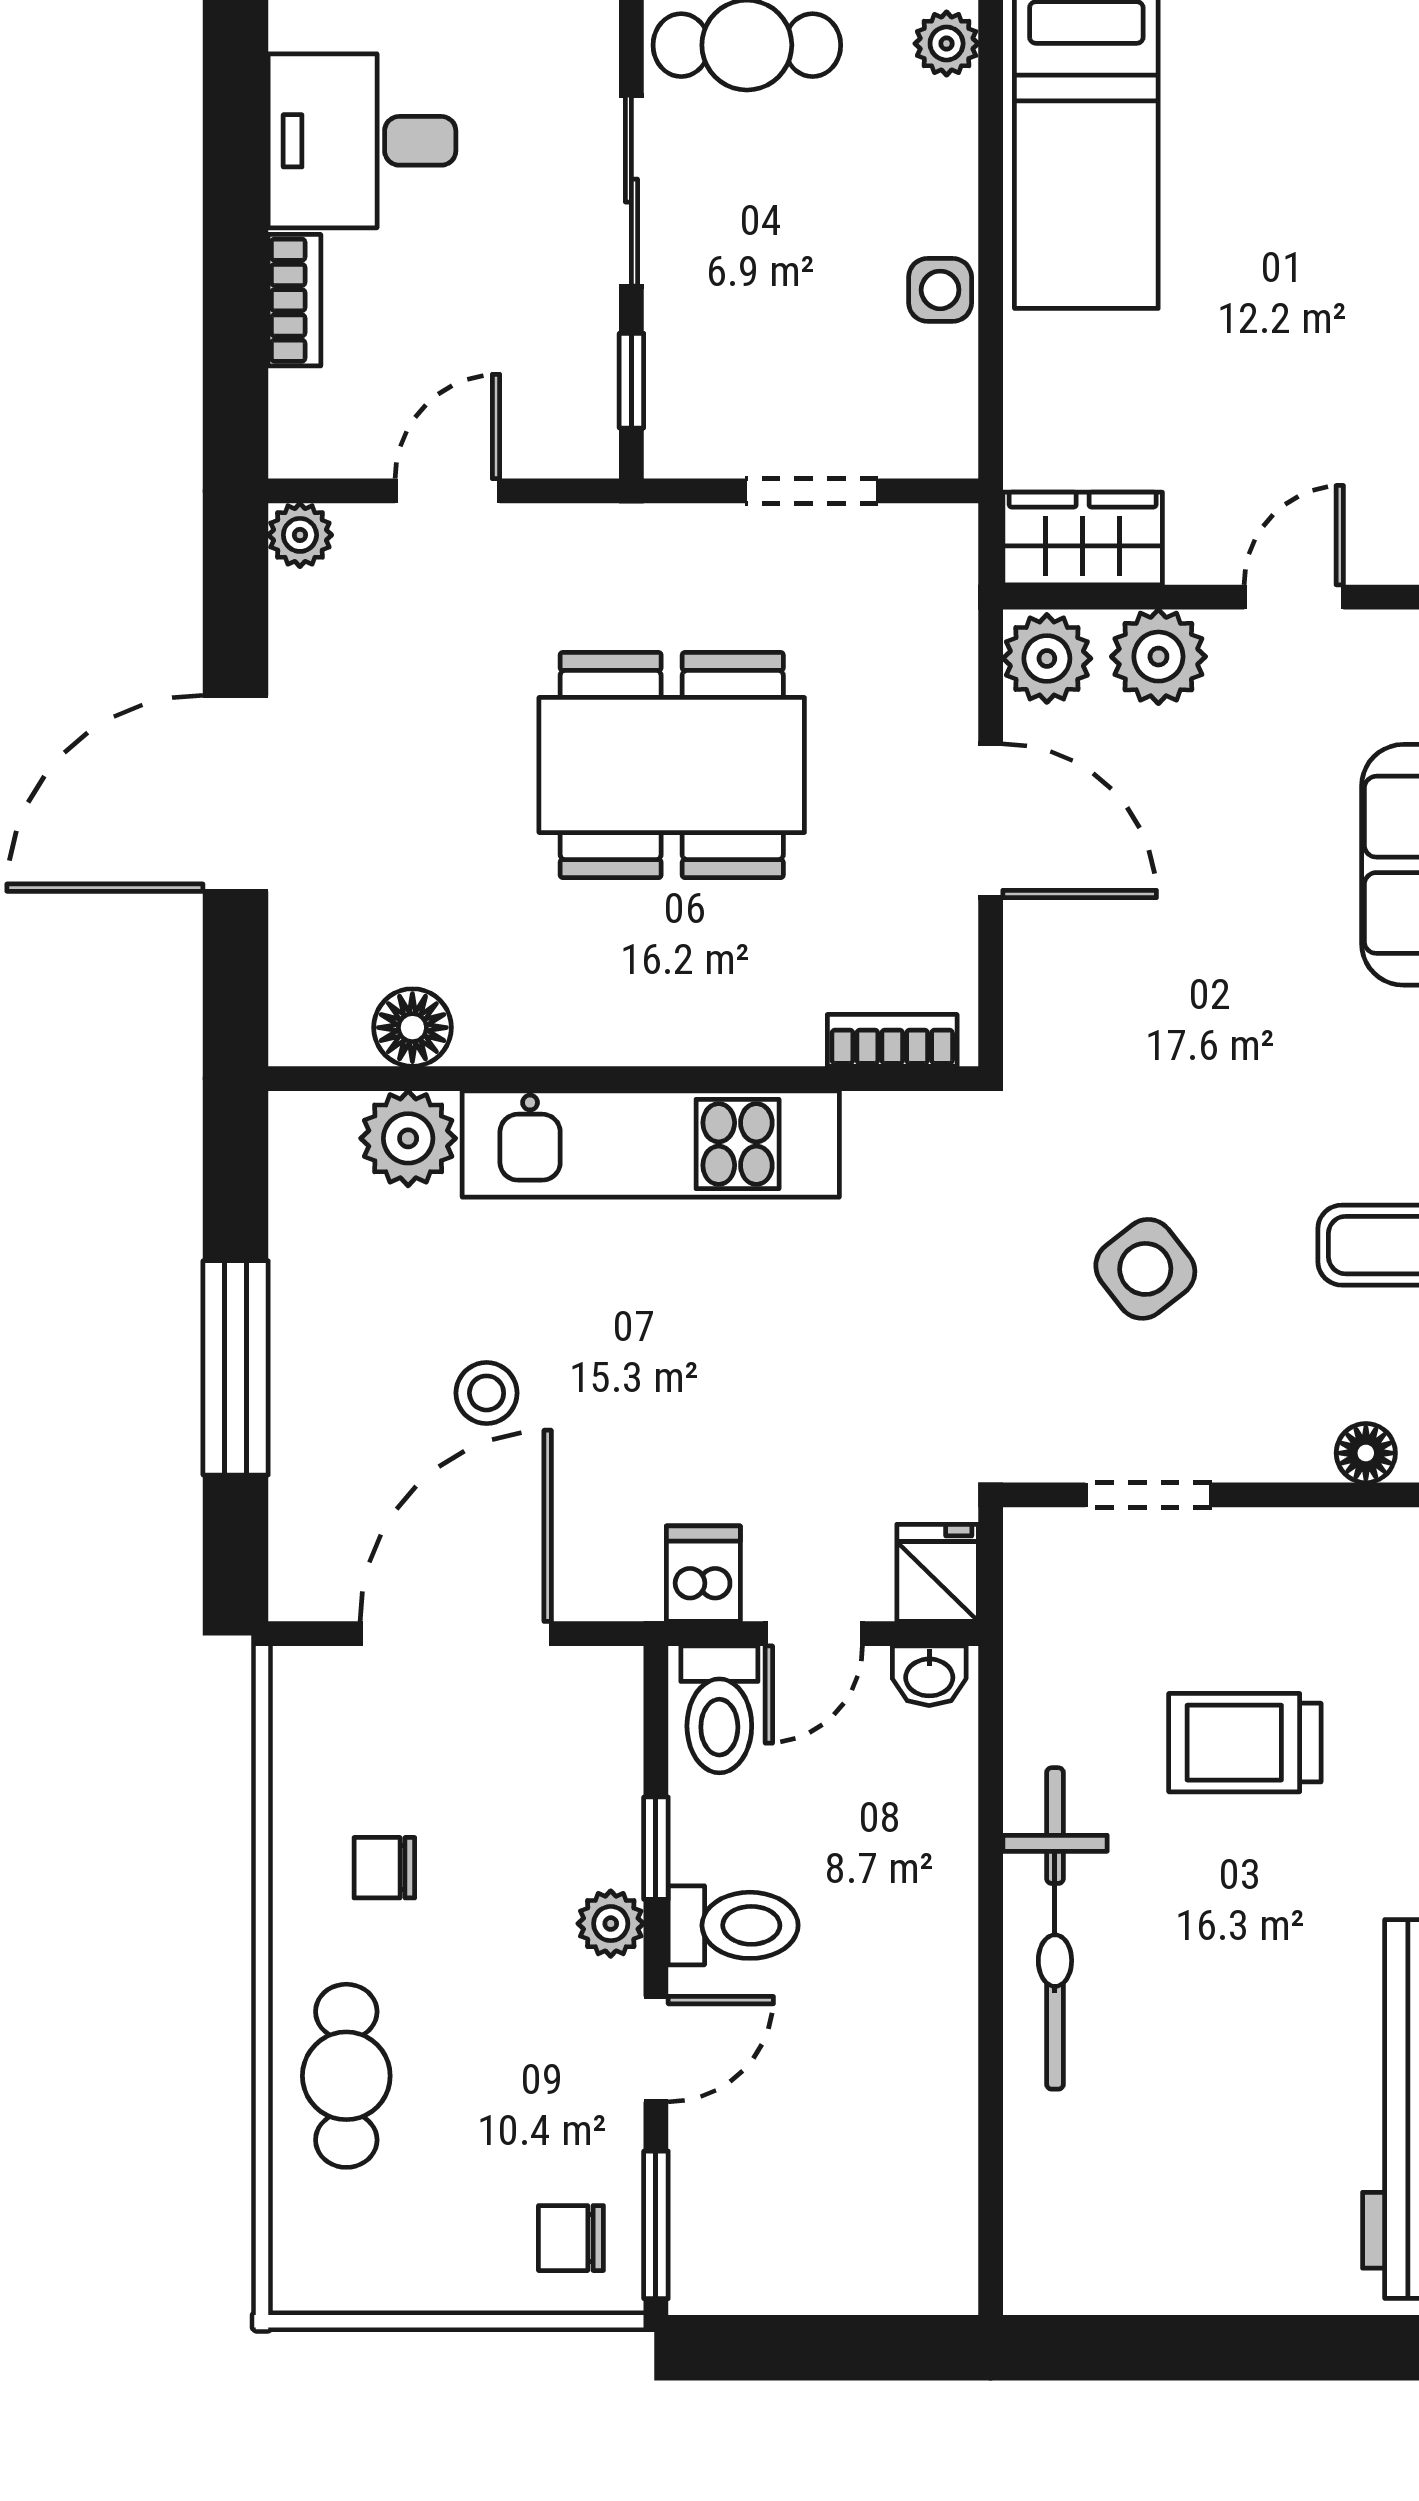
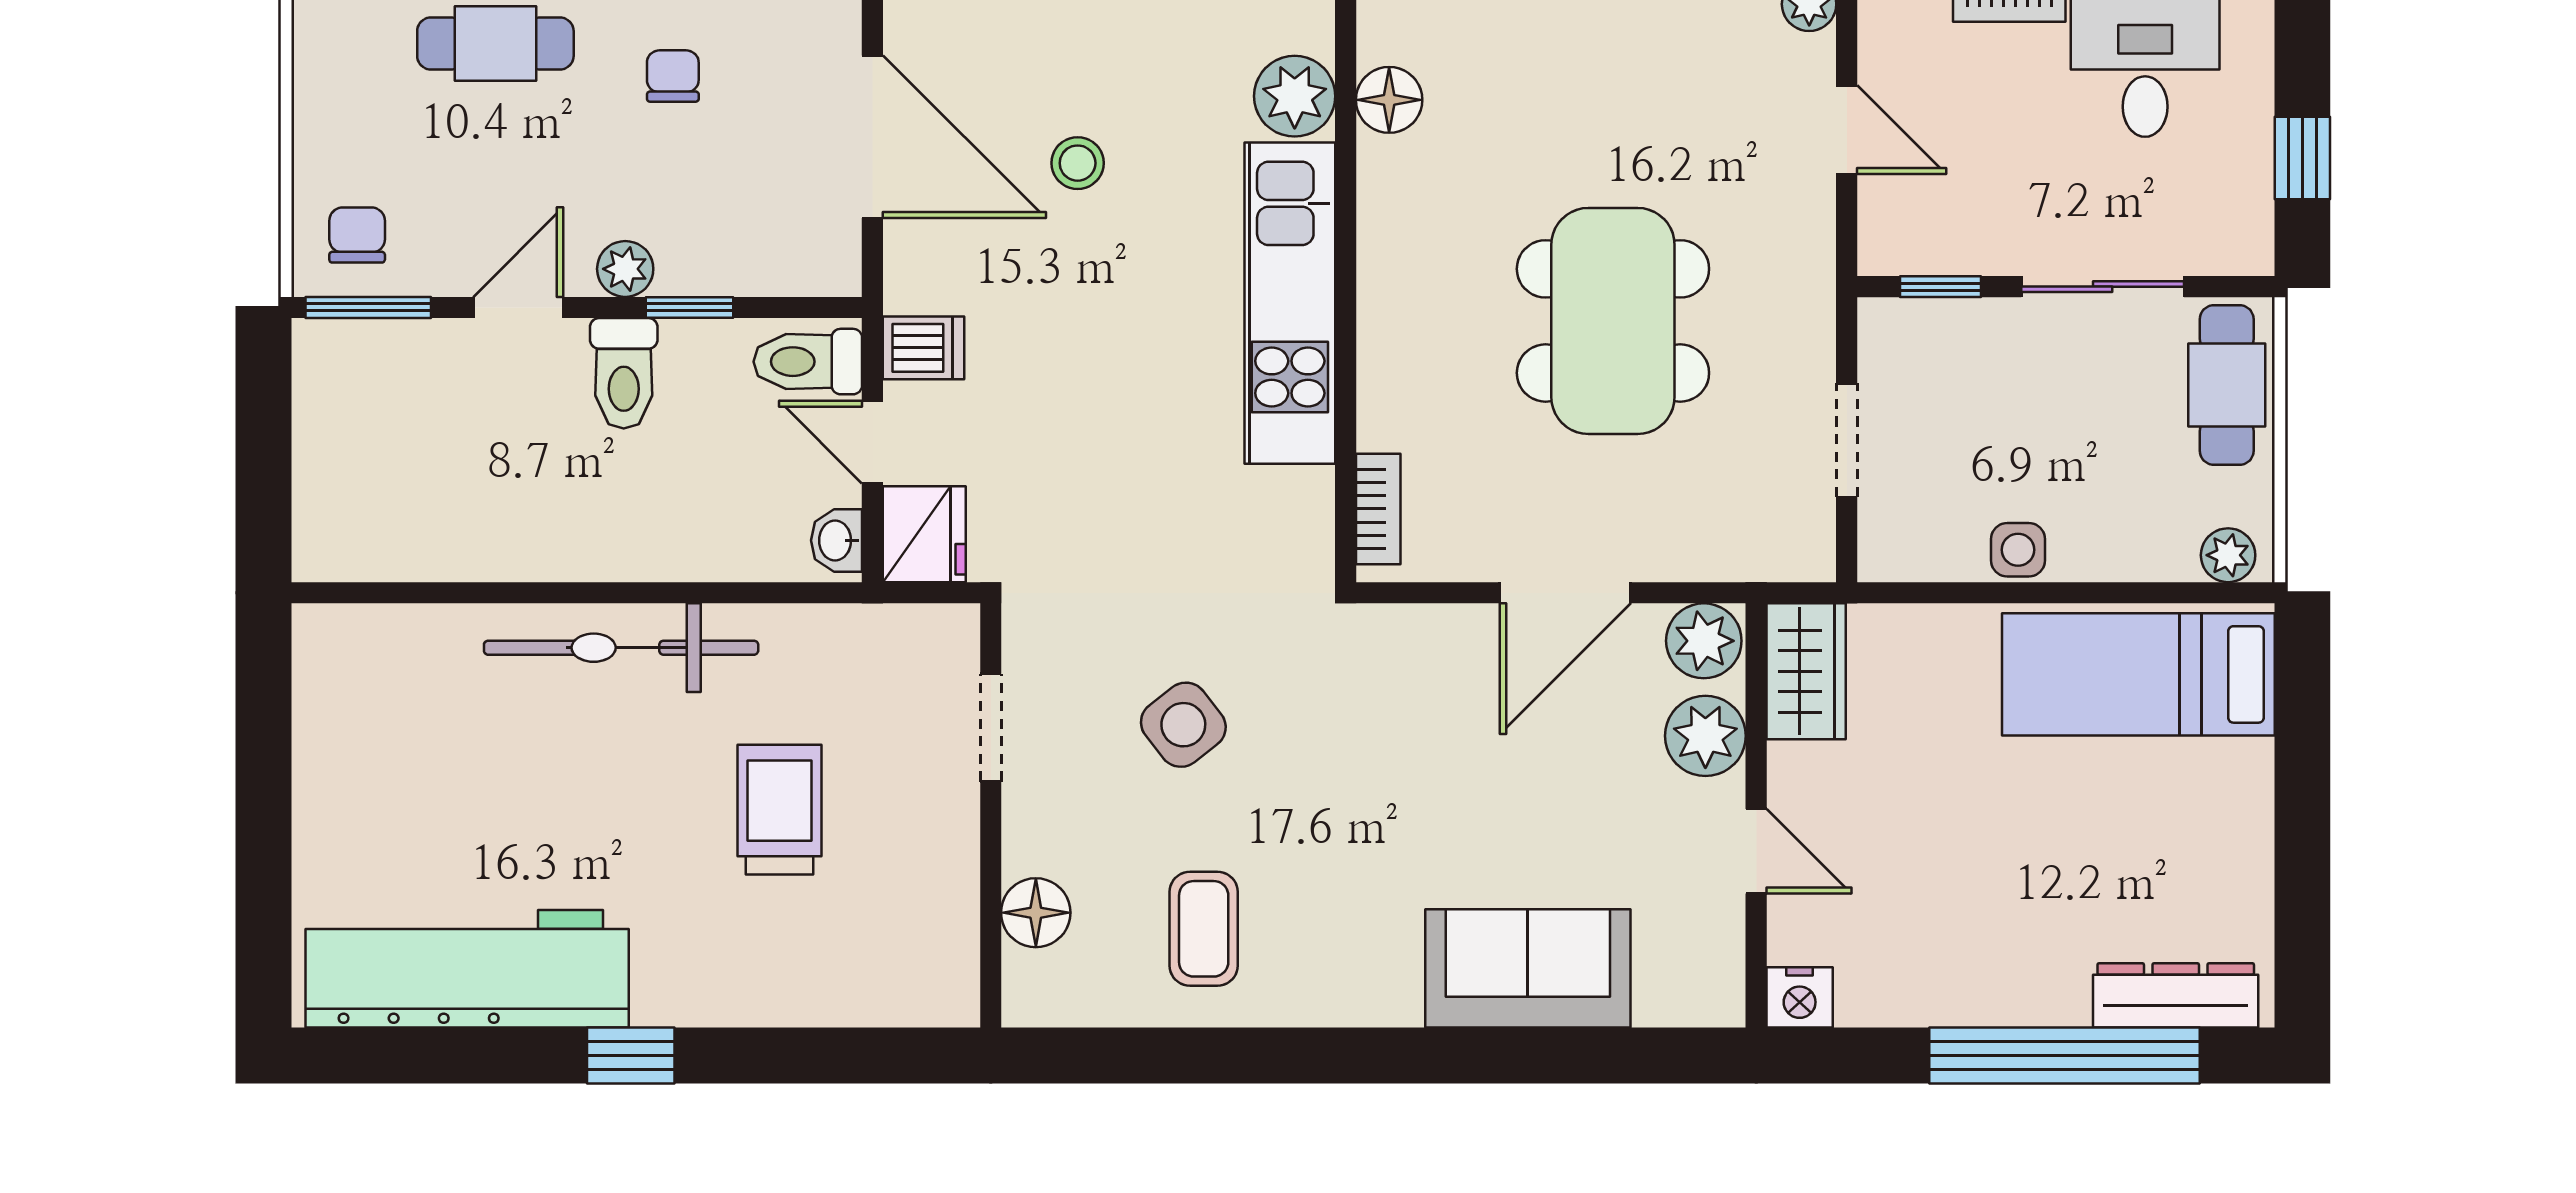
floor lamp: (1366, 1453) -> (1036, 913), width x1.37, depth x1.37
fridge: (938, 1573) -> (924, 534), width x1.38
door: (656, 2049) -> (518, 307), swing flipped

